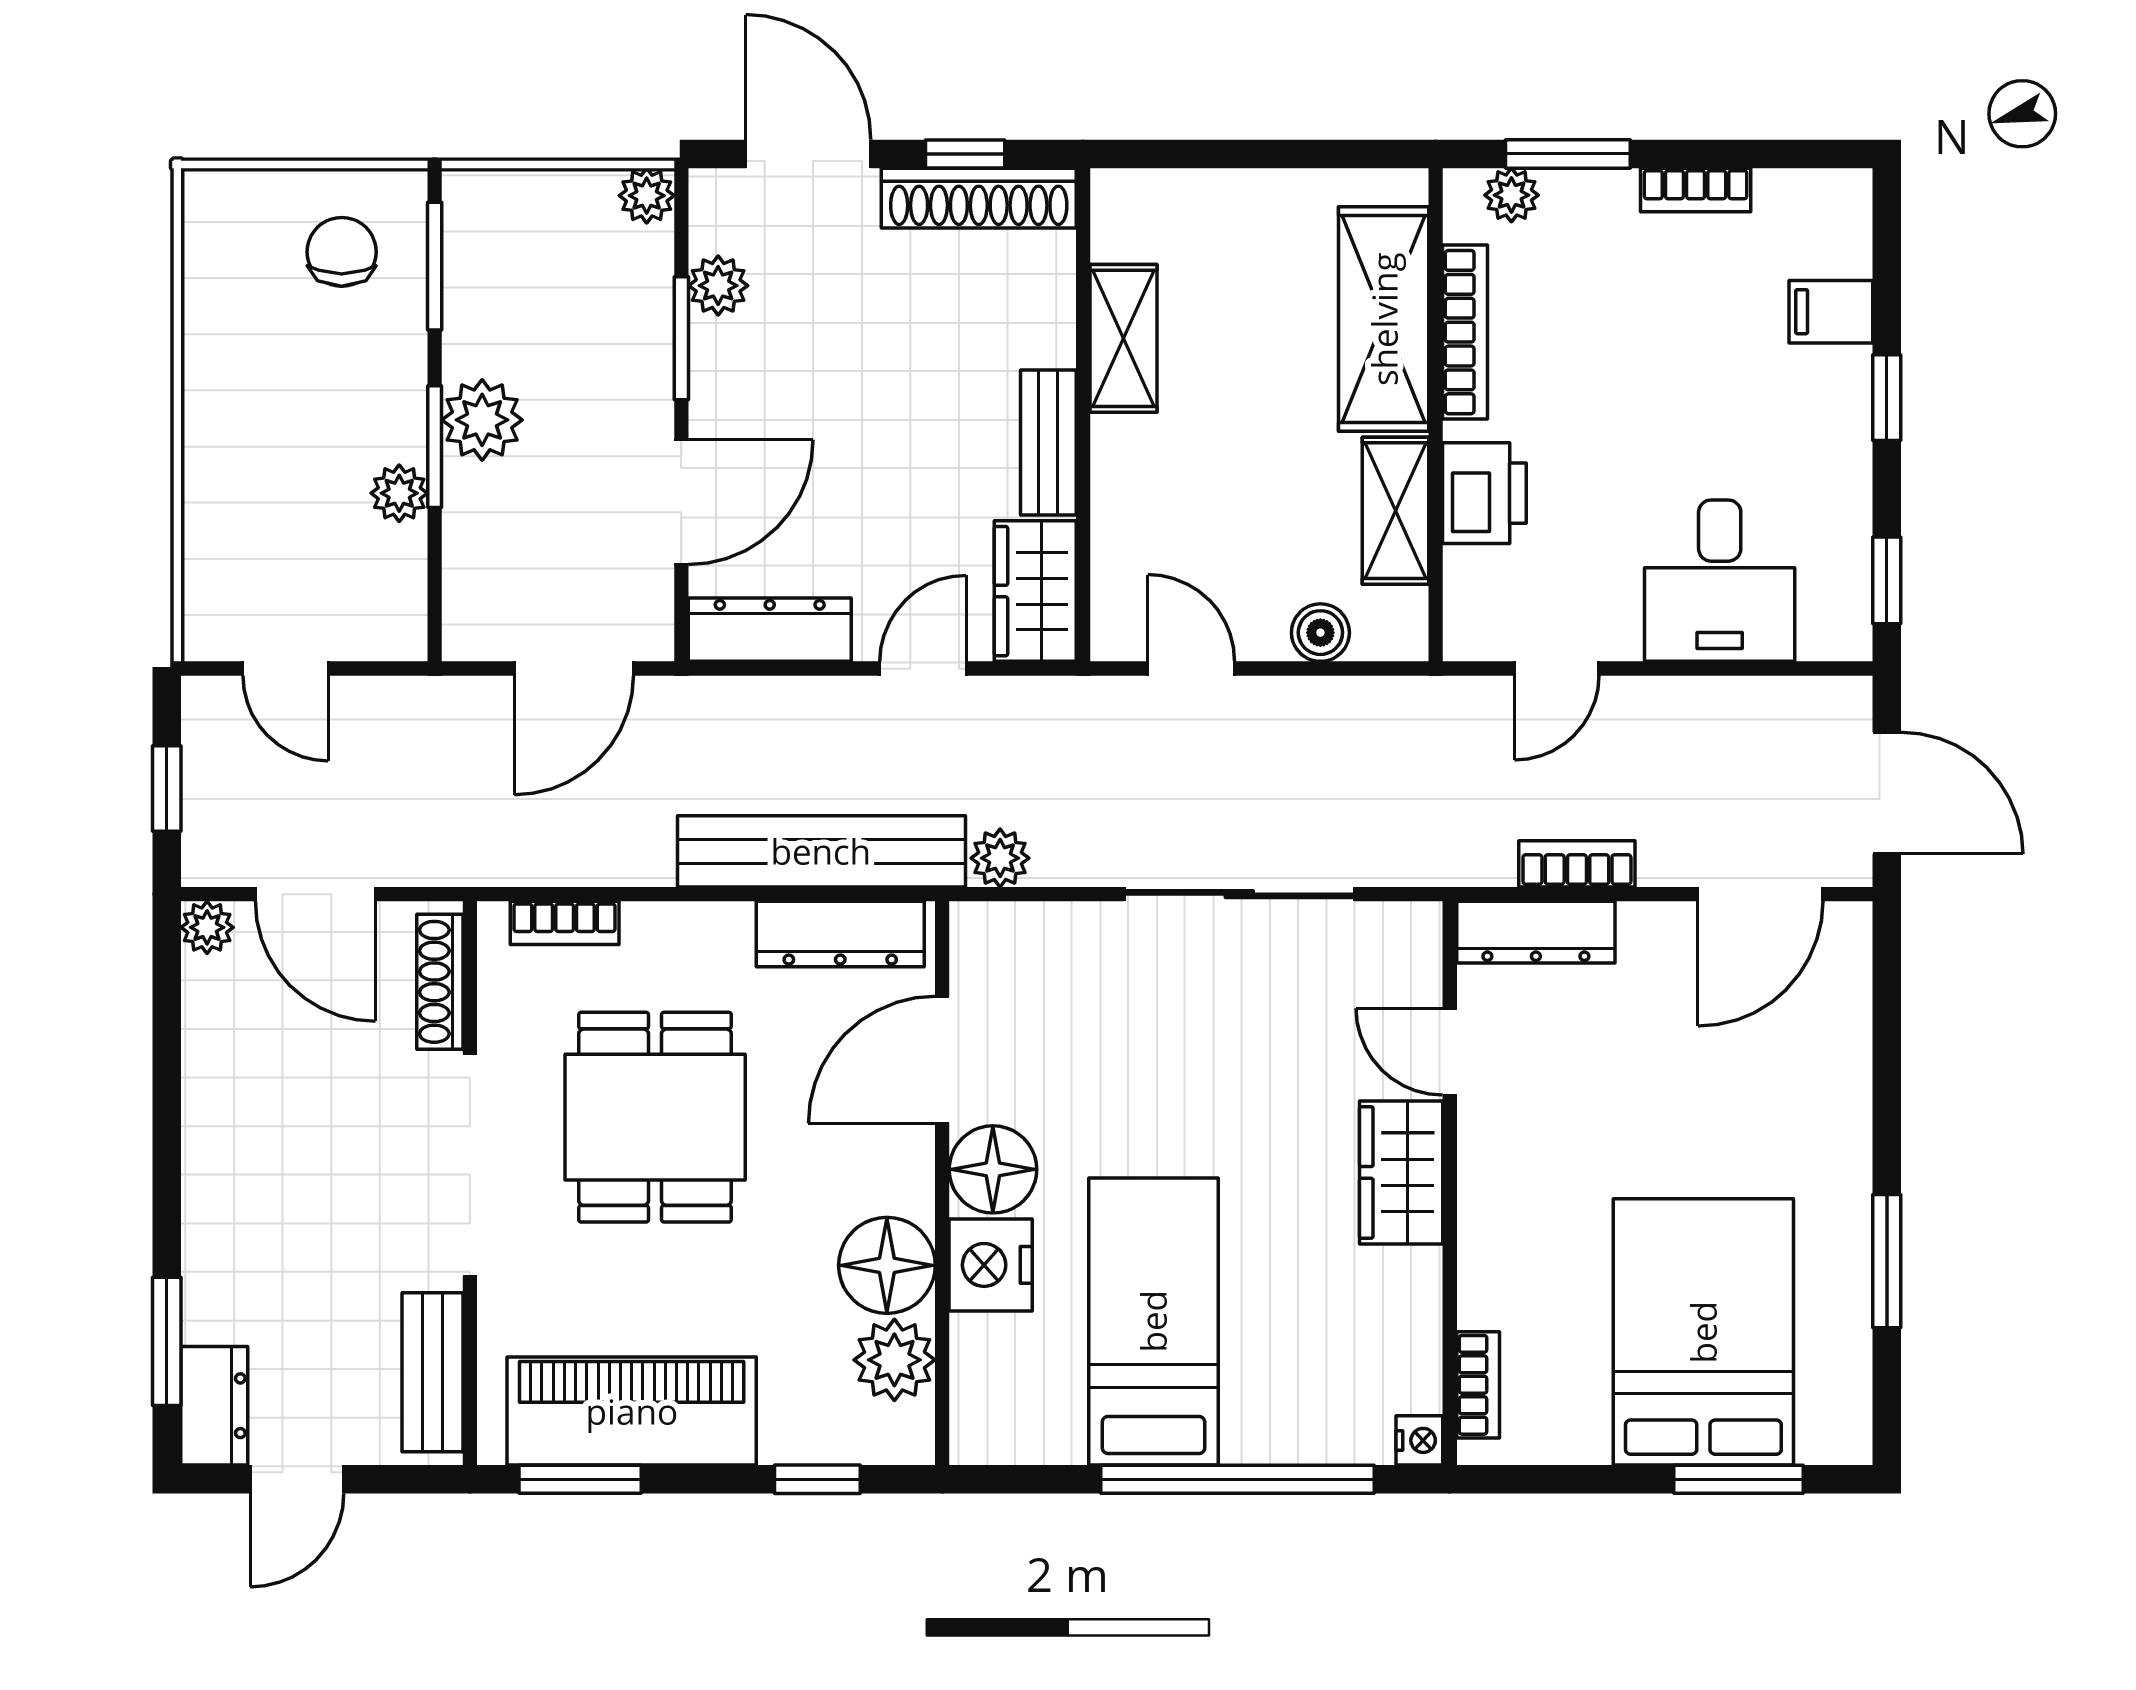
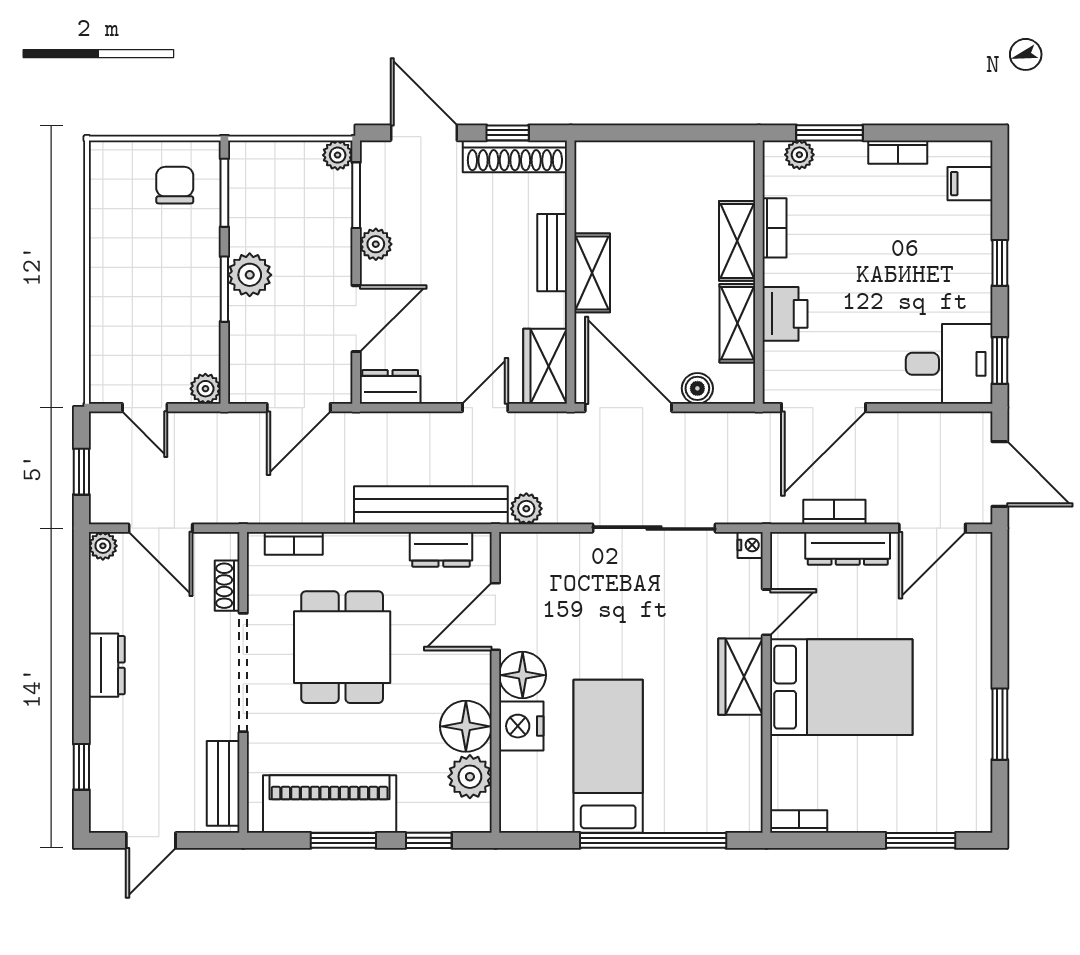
plant: (718, 286) -> (376, 244), moved
filing cabinet: (1831, 312) -> (970, 184), moved
shelving: (1384, 319) -> (737, 241), width x0.67, depth x0.75
bookcase: (1465, 332) -> (775, 228), width x0.64
window: (681, 338) -> (356, 195), moved
shelving: (1123, 338) -> (592, 273), moved
bench: (1048, 442) -> (552, 253), moved
plant: (399, 493) -> (205, 389), moved
desk: (1720, 581) -> (949, 364), moved, turned -90
dresser: (770, 630) -> (390, 387), width x0.70
door: (1191, 669) -> (628, 408), width x1.88
door: (1557, 669) -> (823, 408), width x1.87
dresser: (1536, 932) -> (848, 548), moved
dresser: (840, 934) -> (441, 549), width x0.70
shoe rack: (440, 982) -> (227, 586), width x0.70
door: (1450, 1052) -> (766, 612), swing flipped
bed: (1703, 1332) -> (841, 687), moved, turned 90
window: (167, 1341) -> (81, 767), width x0.67
bookcase: (1478, 1385) -> (799, 822), moved, turned -90
dresser: (214, 1406) -> (107, 665), moved
nightstand: (1419, 1440) -> (750, 545), moved
window: (580, 1479) -> (343, 840), moved

